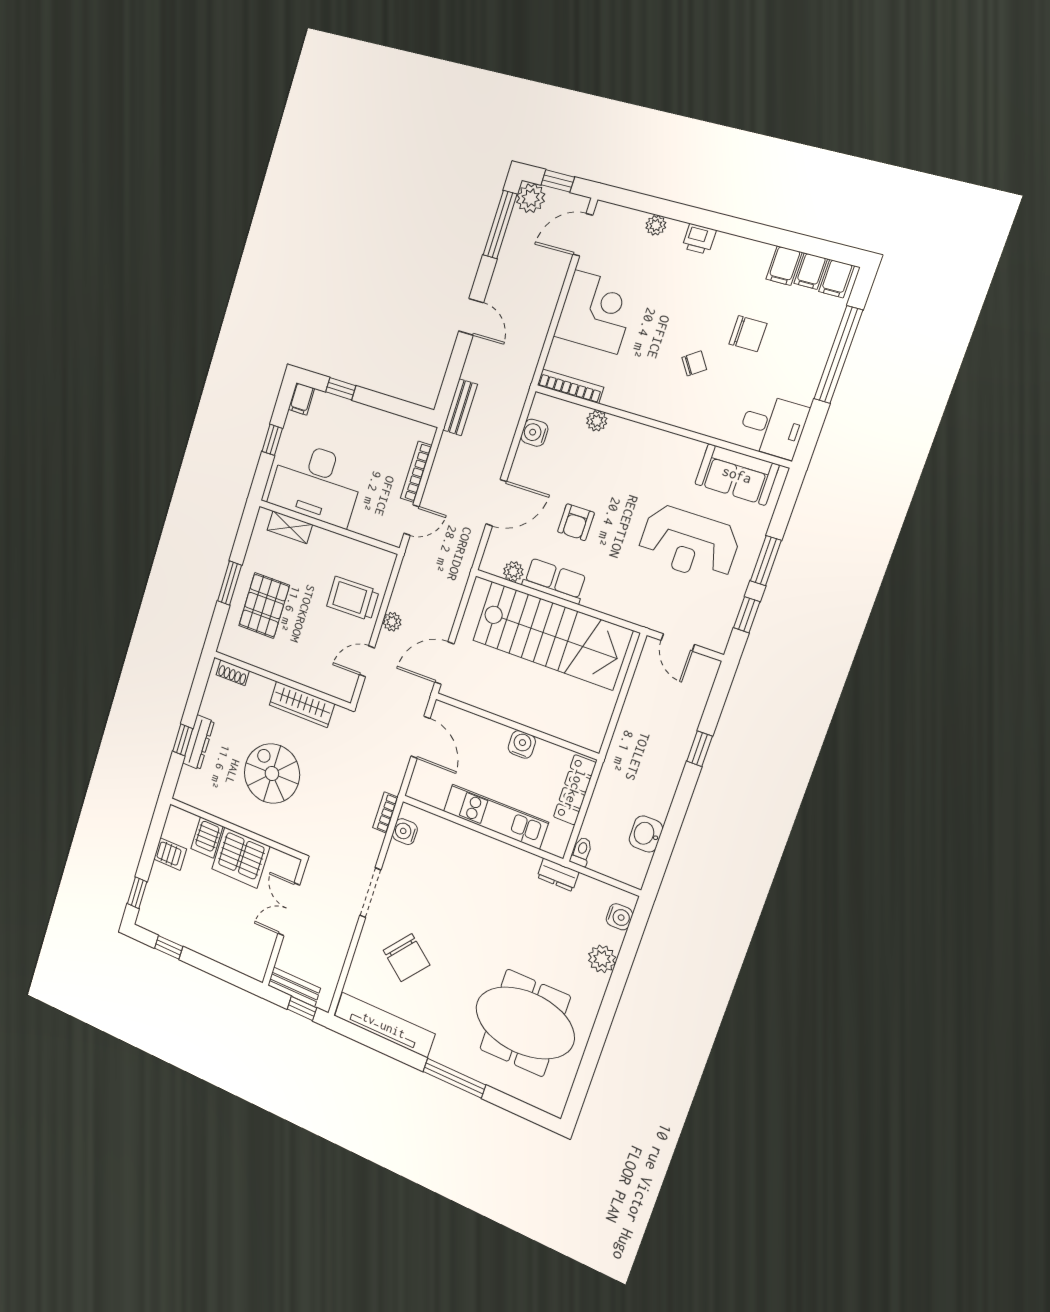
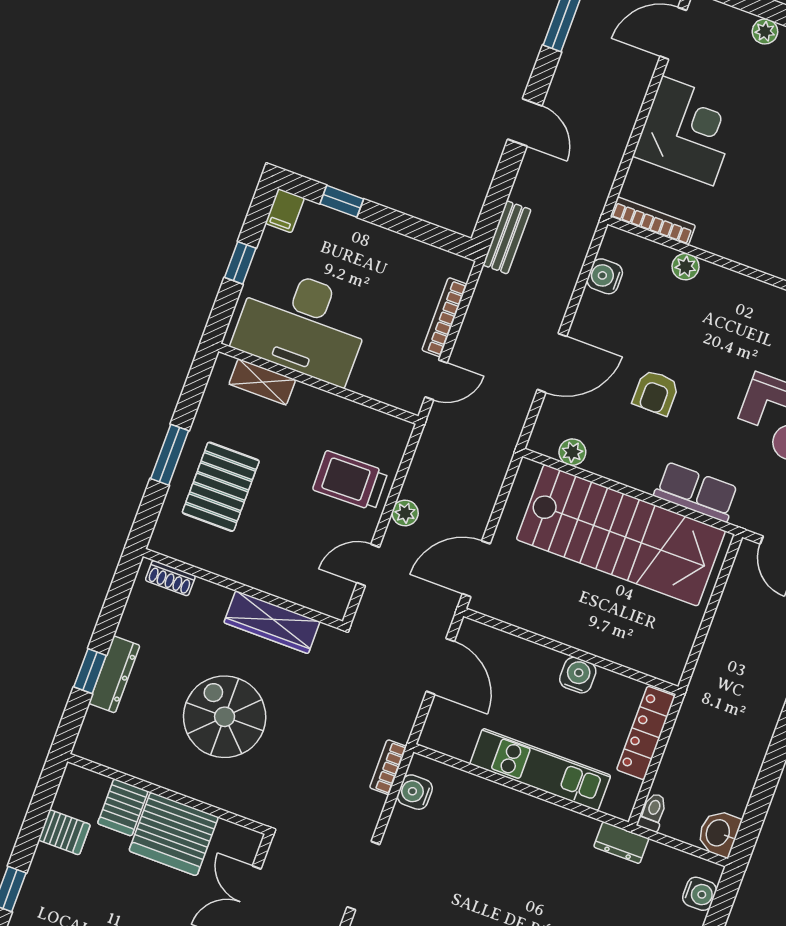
row of seats: (554, 581) -> (696, 492), moved
washbasin: (646, 834) -> (719, 833), moved

